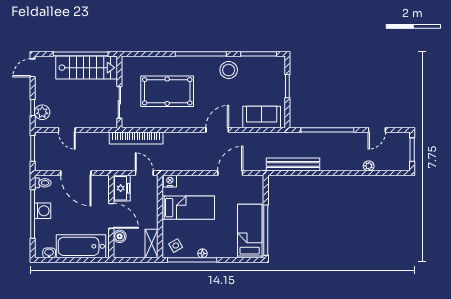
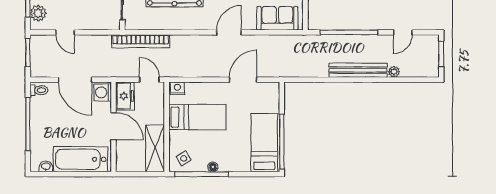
bench: (293, 165) -> (358, 70), moved
washing machine: (43, 211) -> (103, 92), moved, turned 180
boiler: (120, 236) -> (123, 148), removed
shelving: (152, 243) -> (155, 148), width x1.50, depth x1.33

